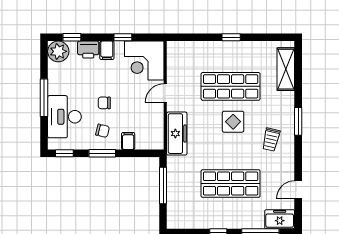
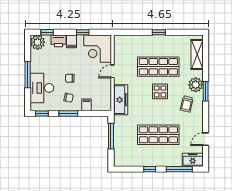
plant: (284, 112) -> (196, 85), added

